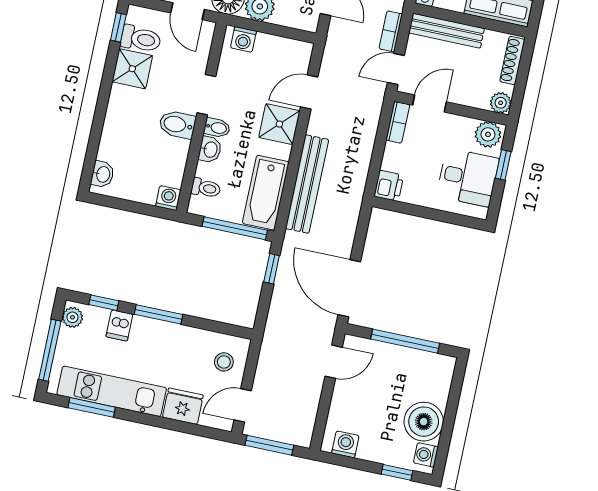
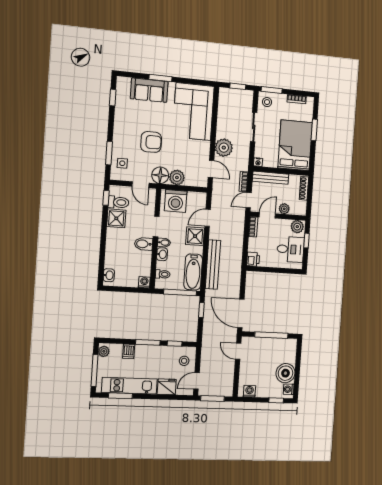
washing machine: (243, 39) -> (176, 201), width x1.89, depth x1.89
plant: (501, 103) -> (284, 209), moved
window: (104, 303) -> (175, 344), moved
door: (334, 362) -> (238, 351), swing flipped

